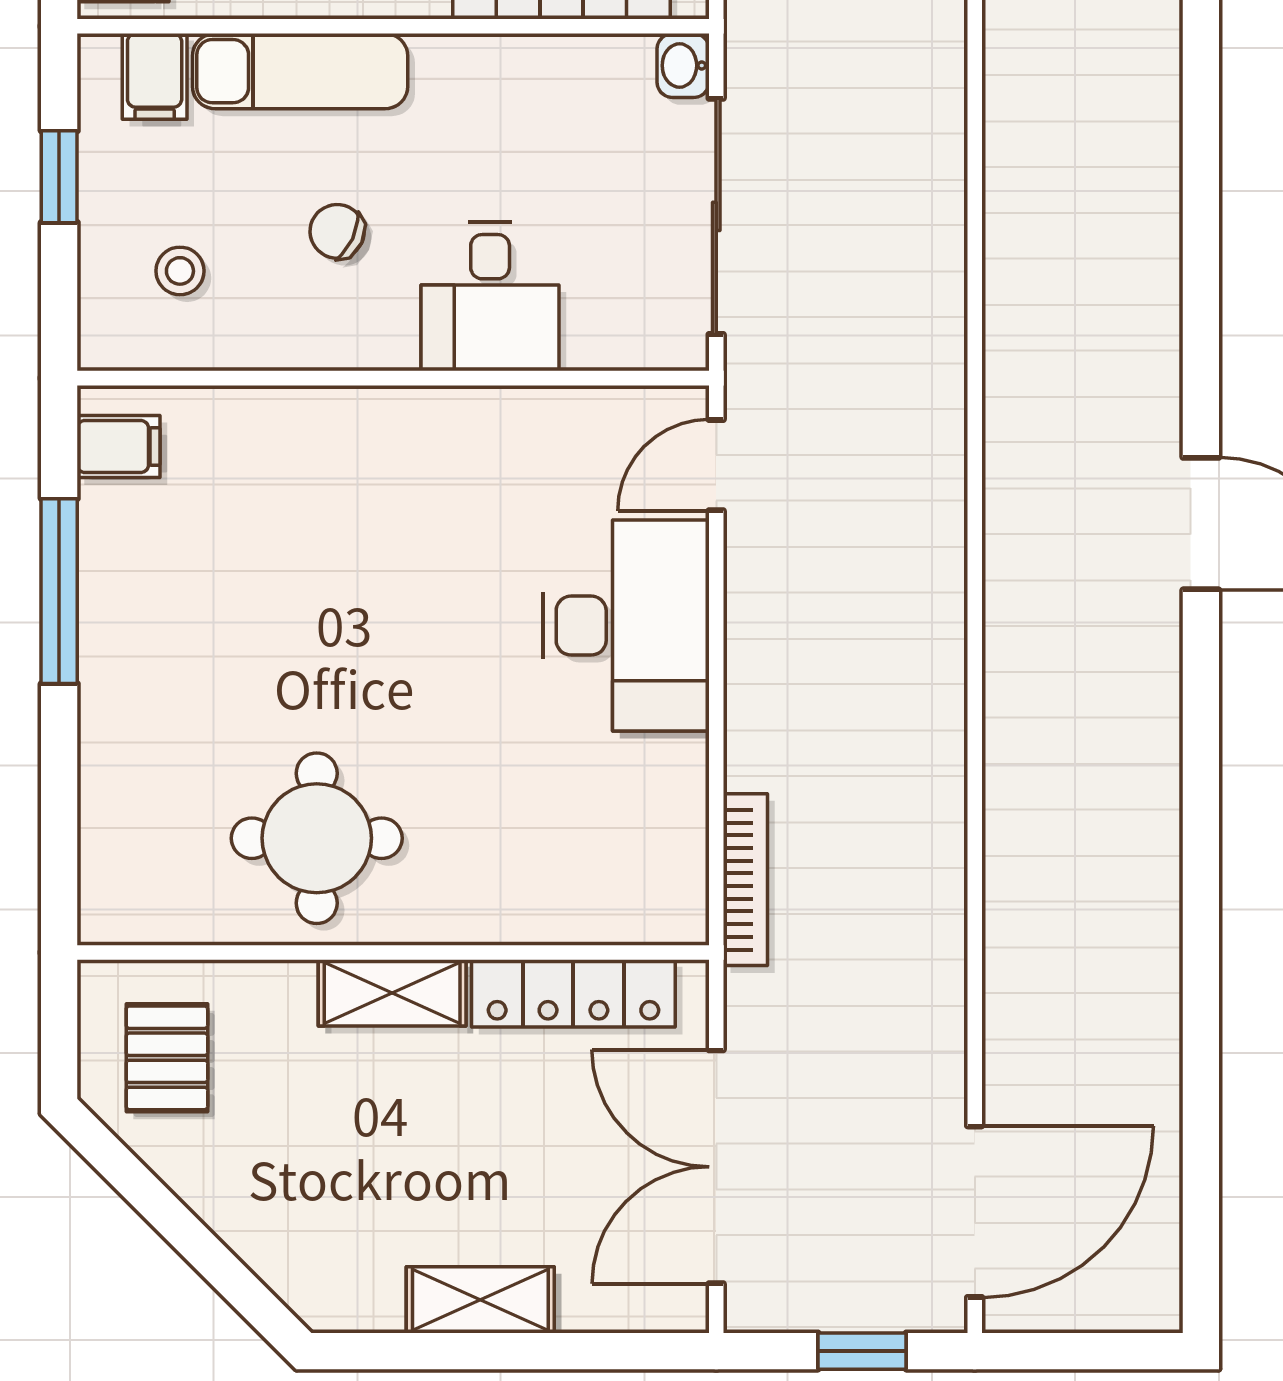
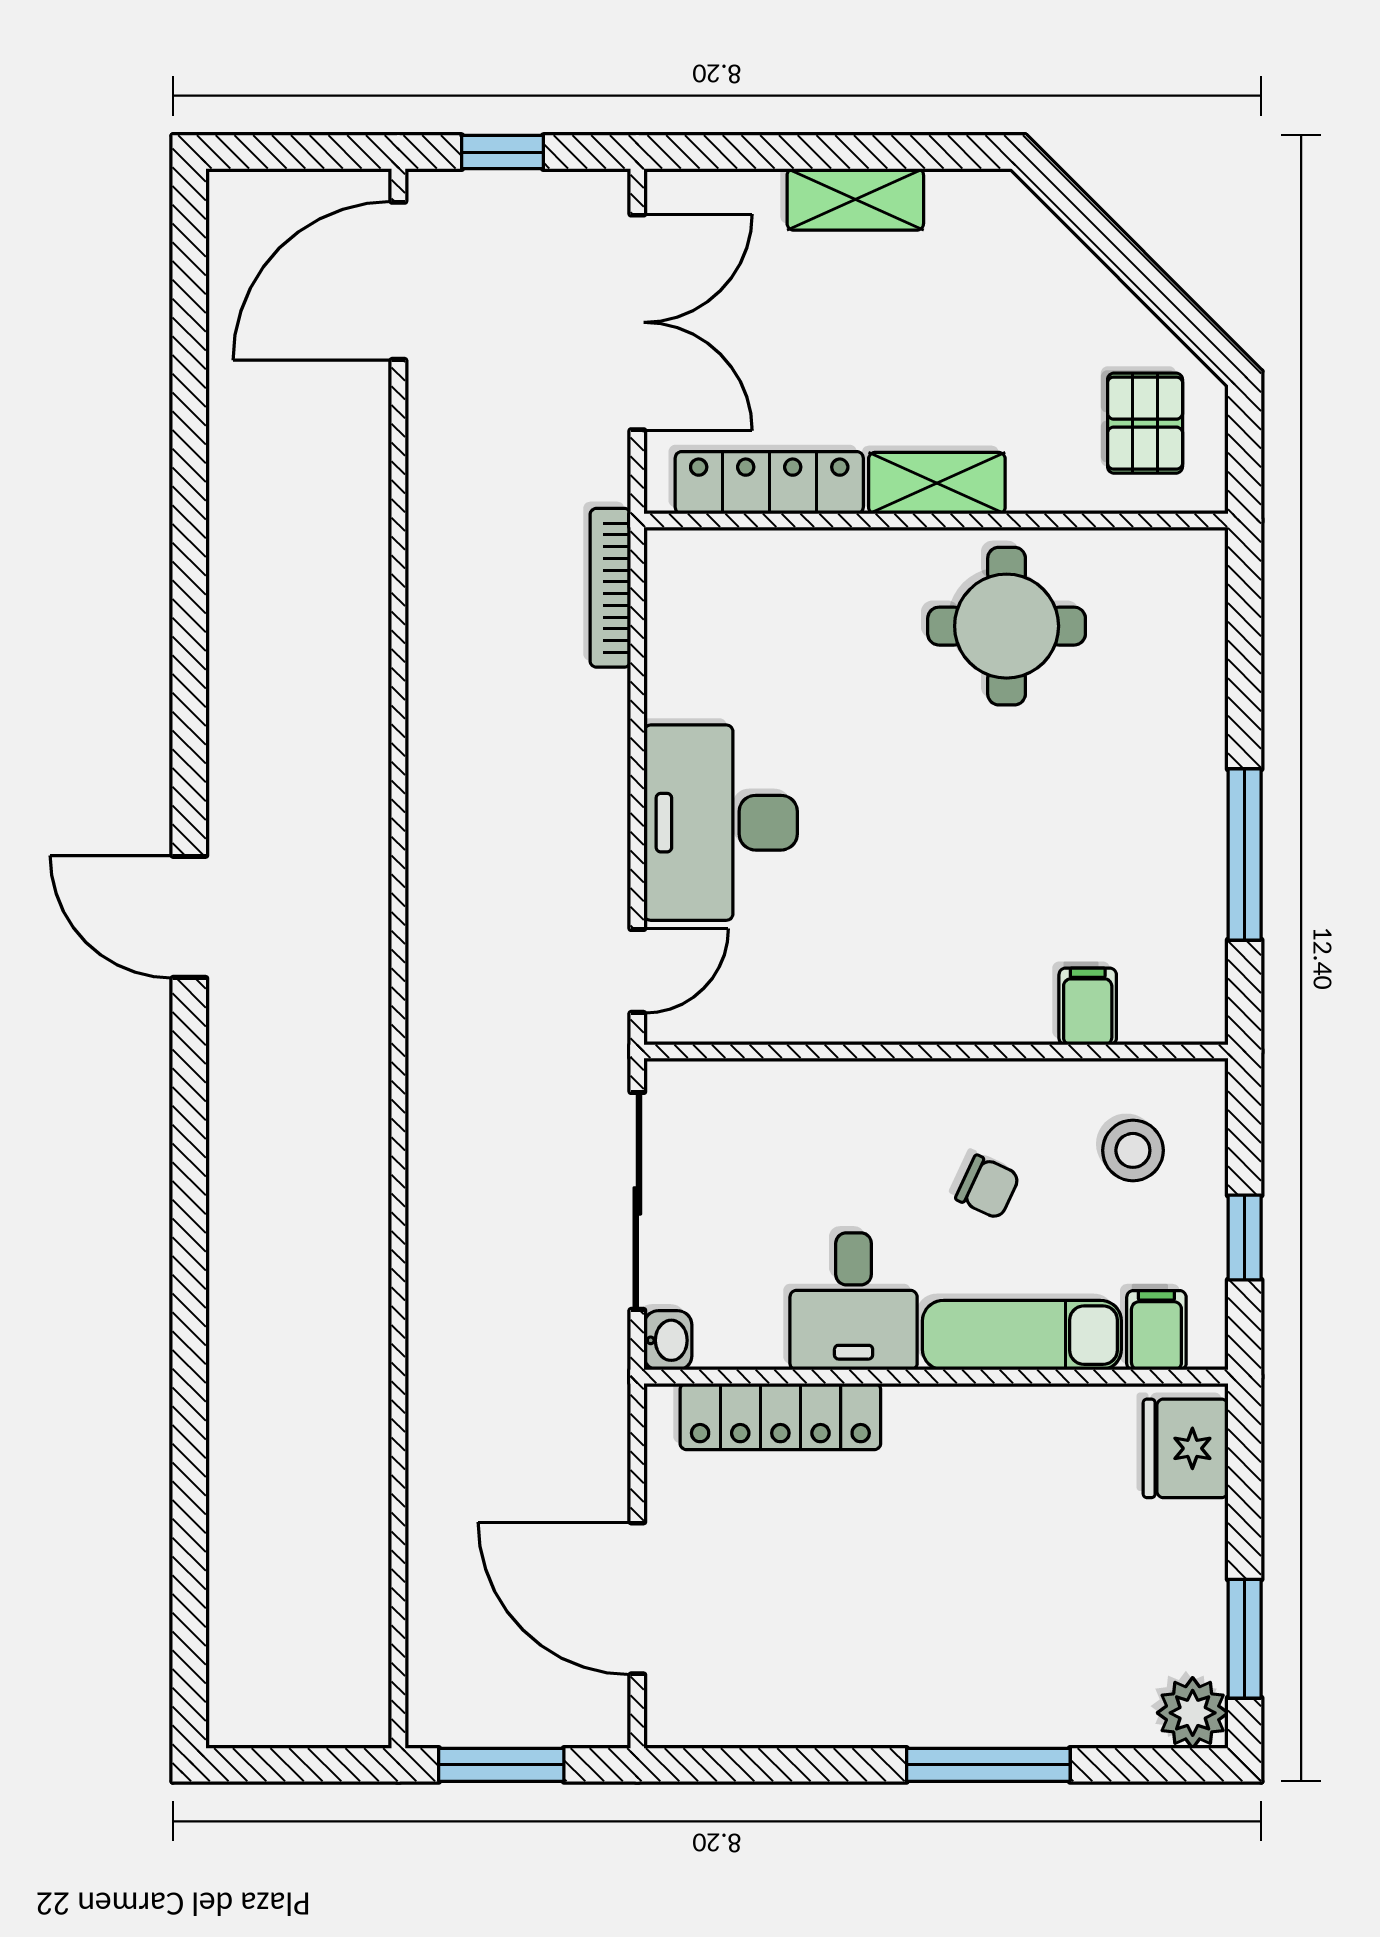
stool: (180, 271) -> (1133, 1150), width x1.37, depth x1.37
desk: (490, 297) -> (854, 1301), moved, turned 180
filing cabinet: (119, 447) -> (1088, 1006), moved, turned 90

